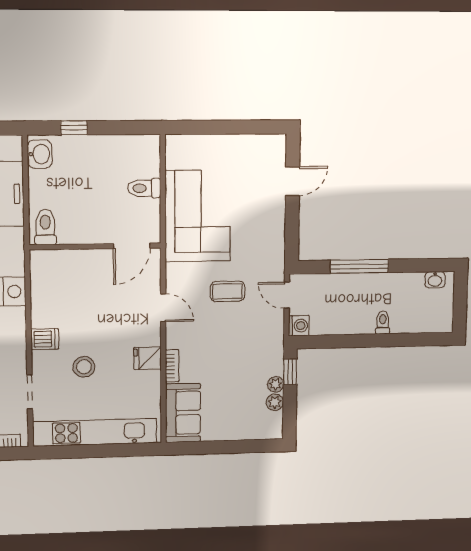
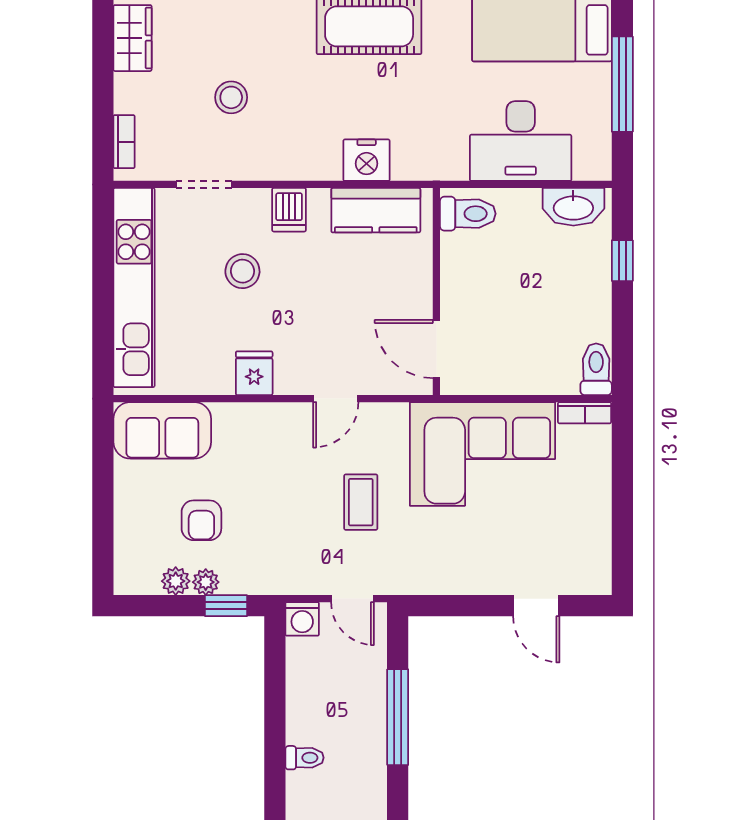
washbasin: (40, 154) -> (573, 207), width x1.38
toilet: (144, 188) -> (596, 369), moved
kitchen counter: (44, 285) -> (376, 210), added
door: (287, 295) -> (353, 599), swing flipped
bookcase: (172, 366) -> (585, 413), moved
armchair: (238, 388) -> (201, 520), added

